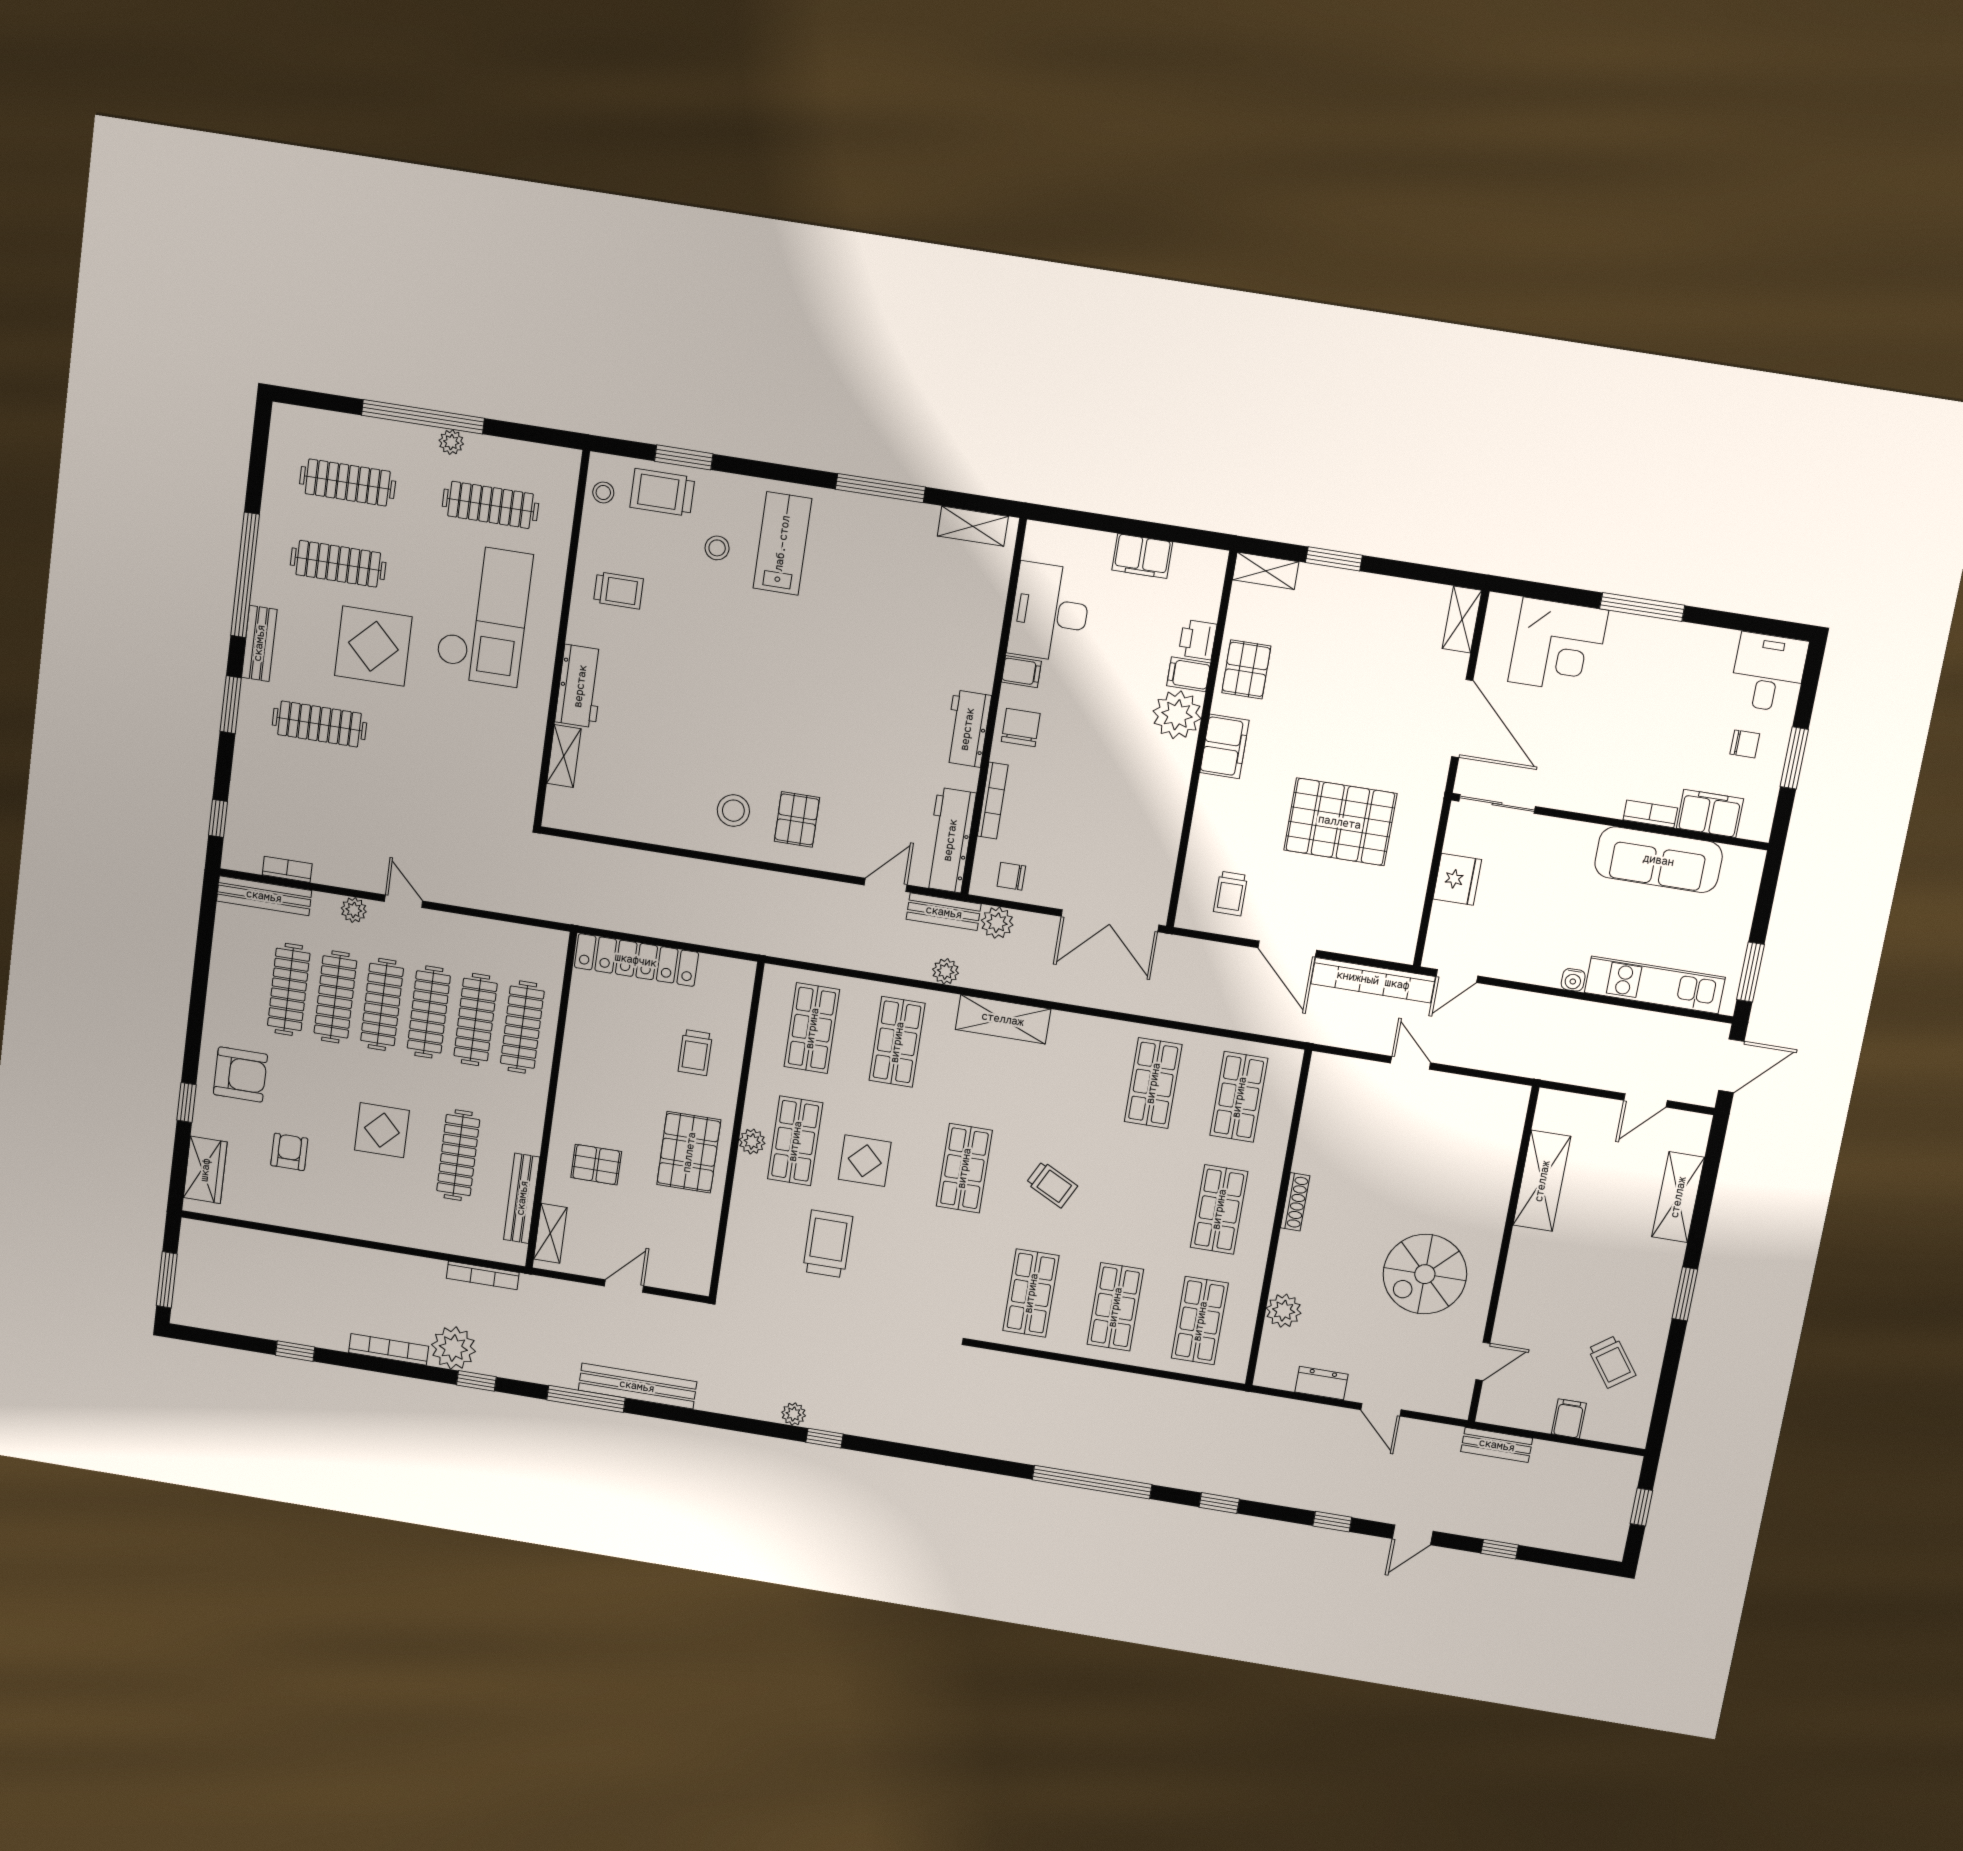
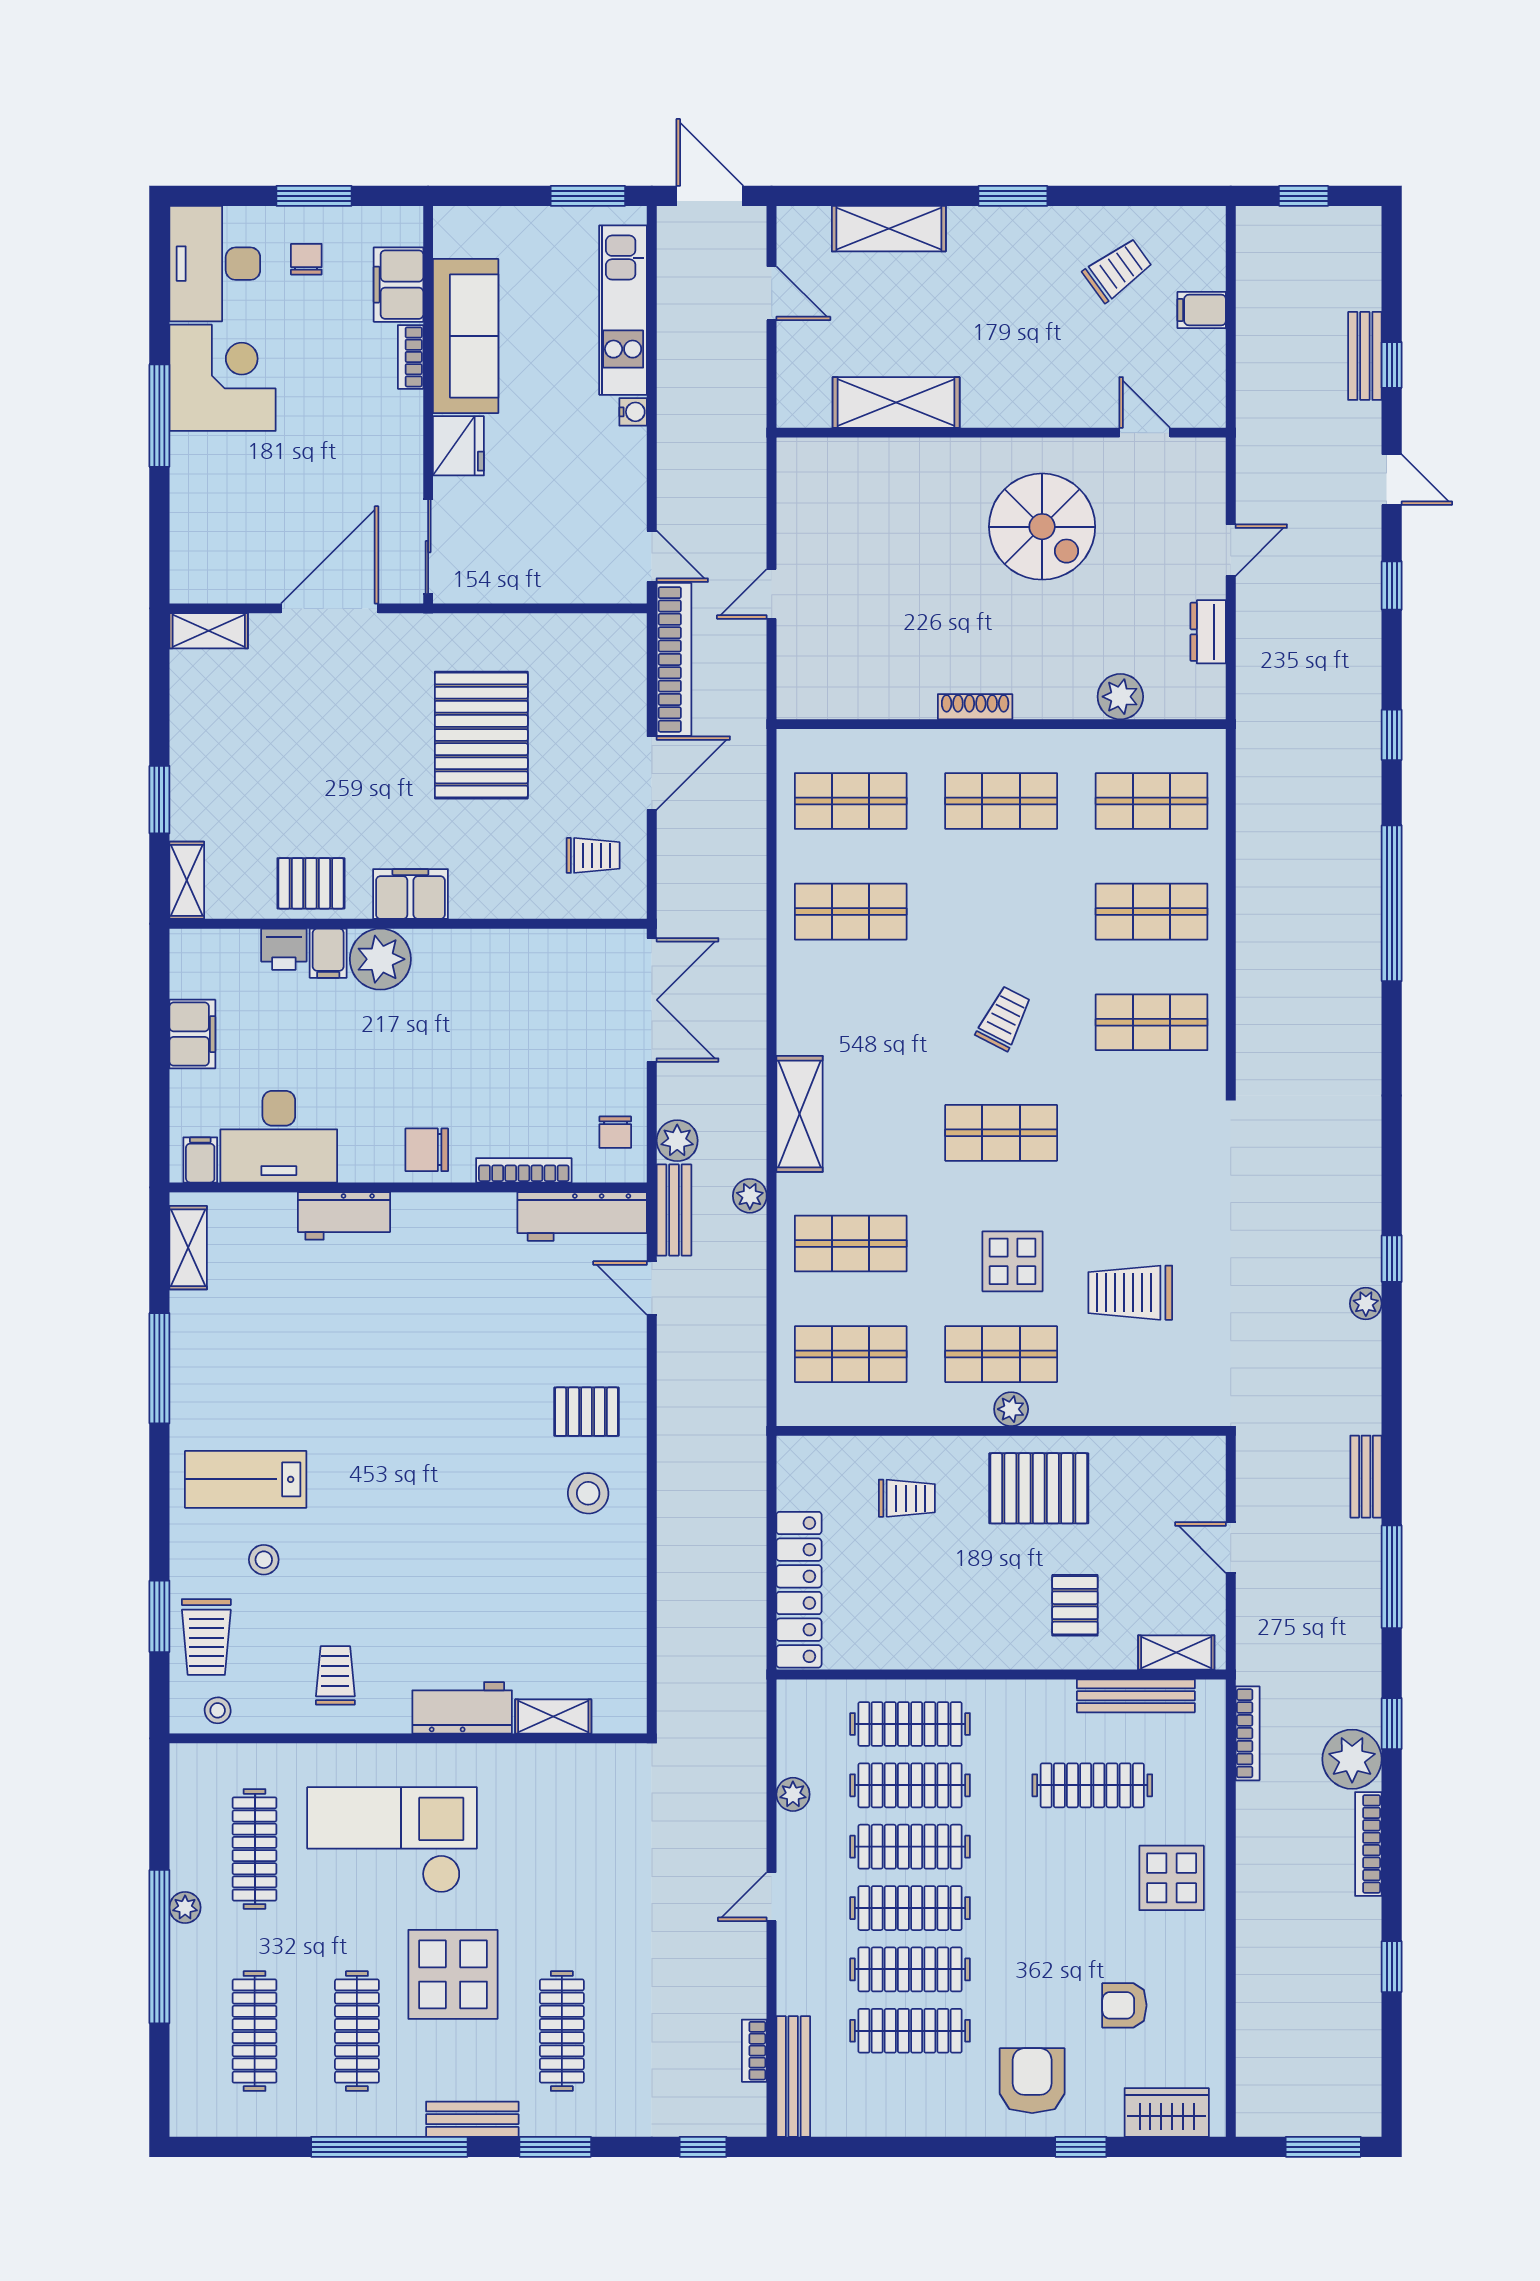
corner desk: (1558, 646) -> (223, 378), moved
filing cabinet: (1021, 672) -> (200, 1160), moved
desk: (1768, 672) -> (215, 264), width x1.37
workbench: (967, 729) -> (344, 1216), moved
fridge: (1457, 879) -> (458, 446), moved, turned 90
plant: (354, 910) -> (793, 1794), moved
display table: (382, 1130) -> (1172, 1878), moved
bench: (637, 1386) -> (1366, 1477), width x0.54, depth x0.82
bench: (1497, 1445) -> (1365, 356), moved

